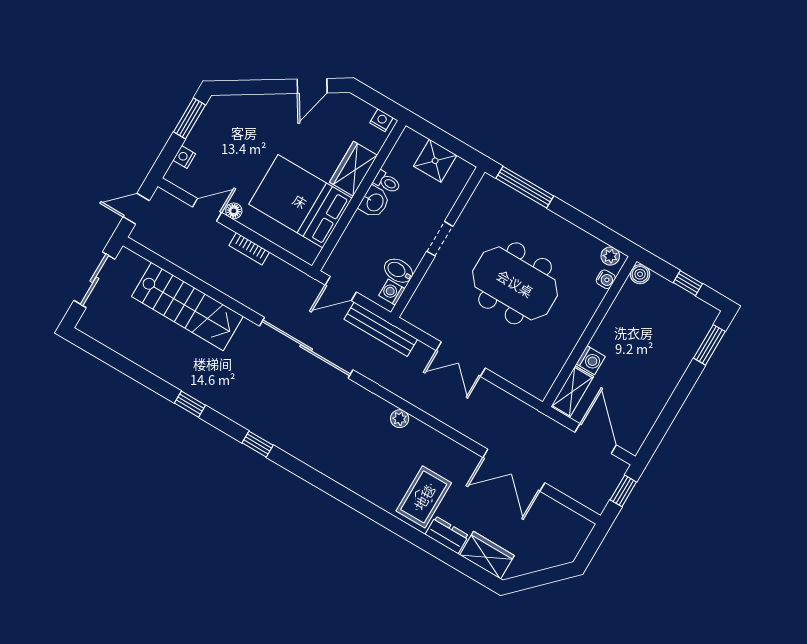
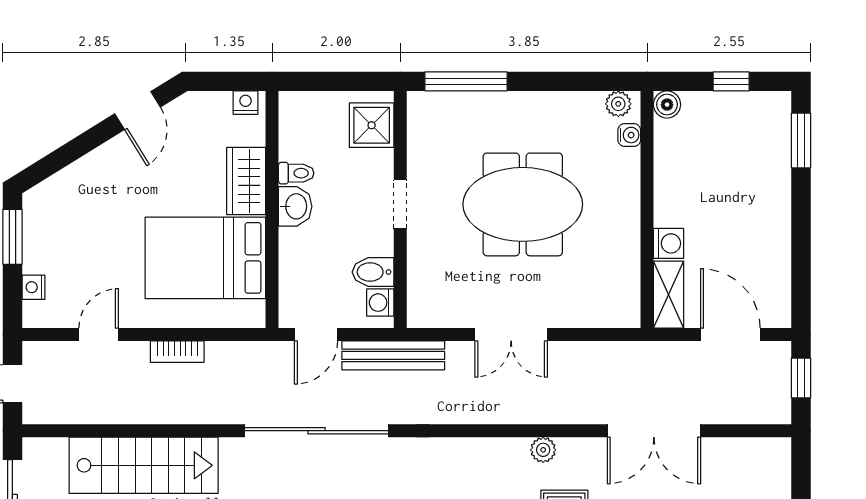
shower: (435, 161) -> (372, 125), moved
floor lamp: (234, 211) -> (132, 317), removed
plant: (400, 419) -> (543, 450), moved

